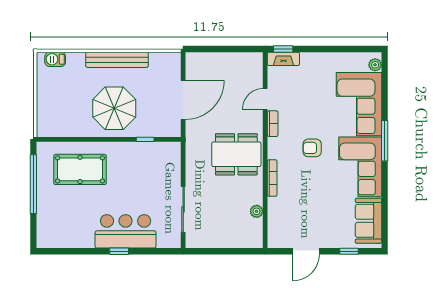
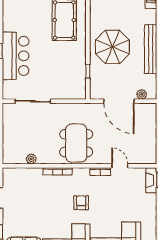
plant: (174, 71) -> (142, 94), added

